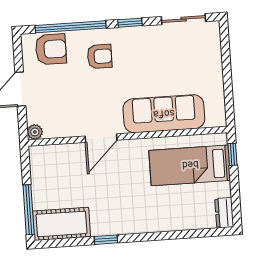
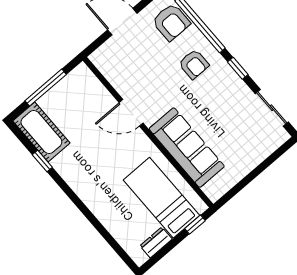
plant: (35, 132) -> (97, 58), removed
window: (29, 210) -> (46, 88), moved
dresser: (224, 213) -> (156, 242), moved
window: (106, 240) -> (42, 161), moved

